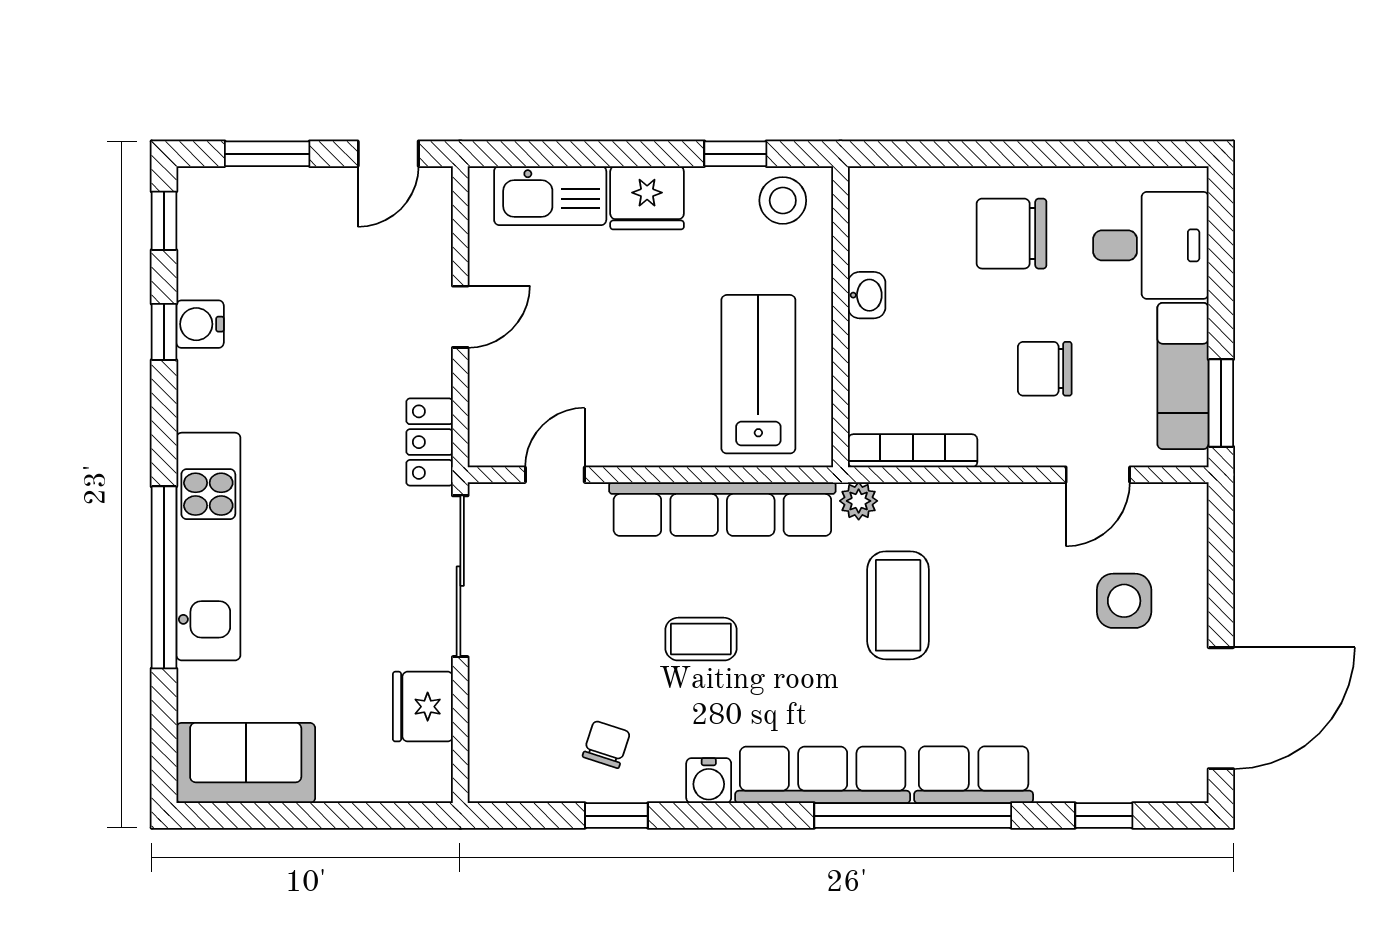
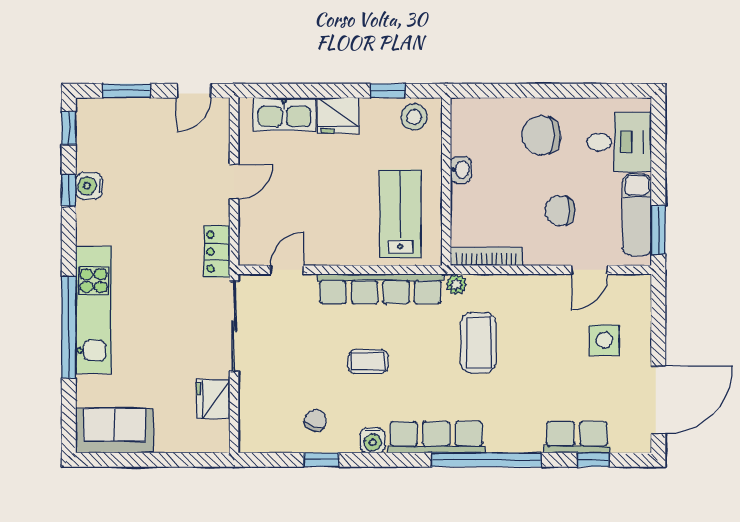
row of seats: (974, 775) -> (577, 437), moved

